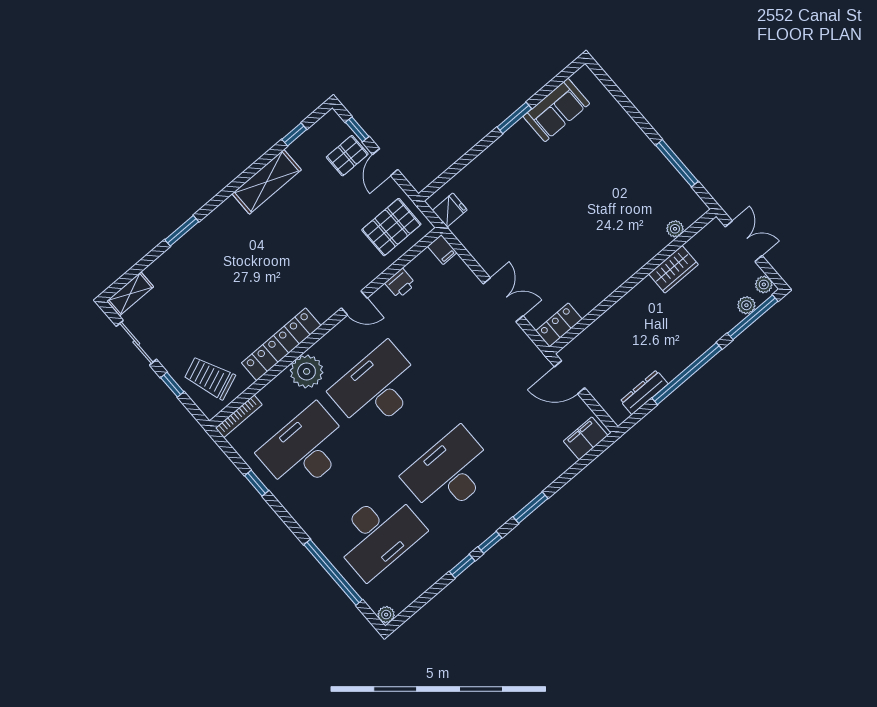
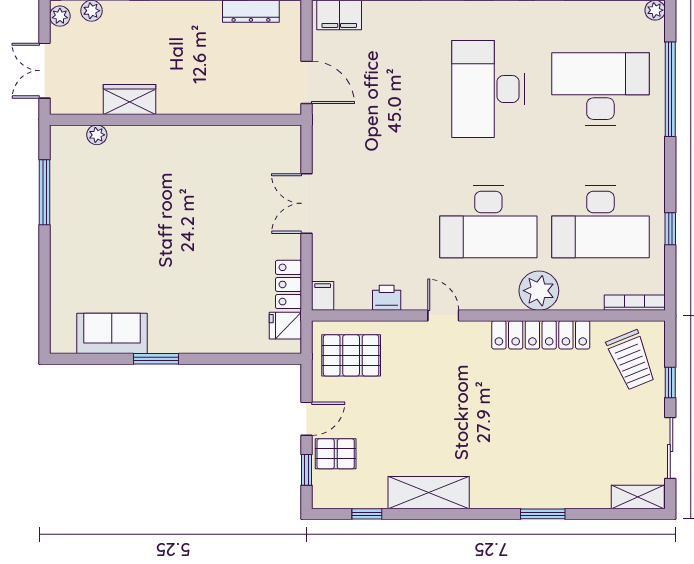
locker: (559, 325) -> (288, 284), moved, turned 90
desk: (450, 473) -> (488, 89), turned 90

